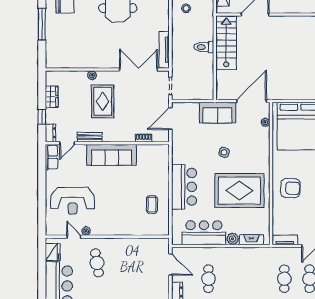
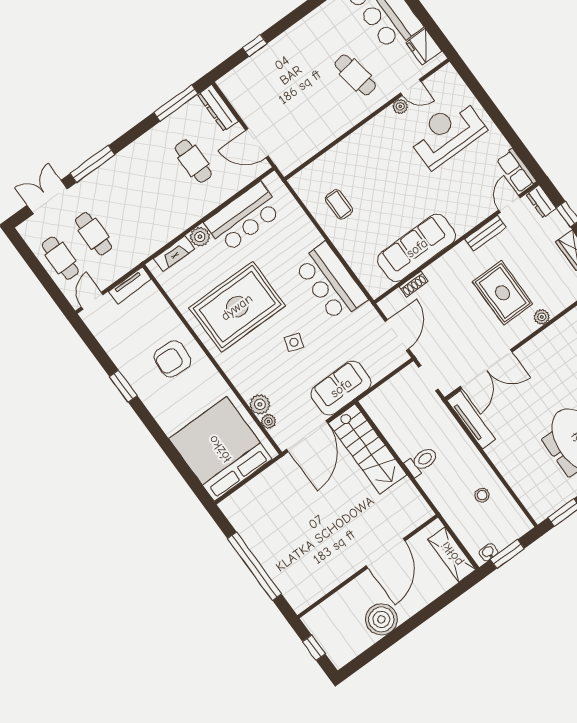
stairs: (226, 43) -> (368, 449), moved
plant: (264, 134) -> (260, 404), added
sofa: (112, 155) -> (417, 248), moved
bar counter: (184, 187) -> (331, 282), moved

